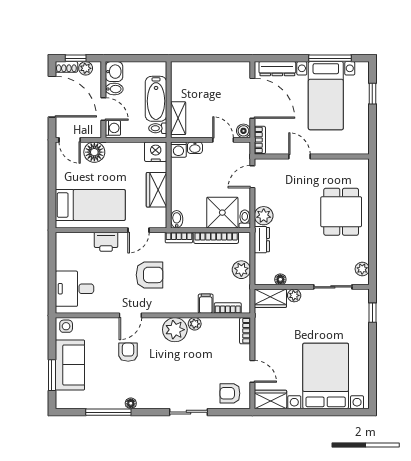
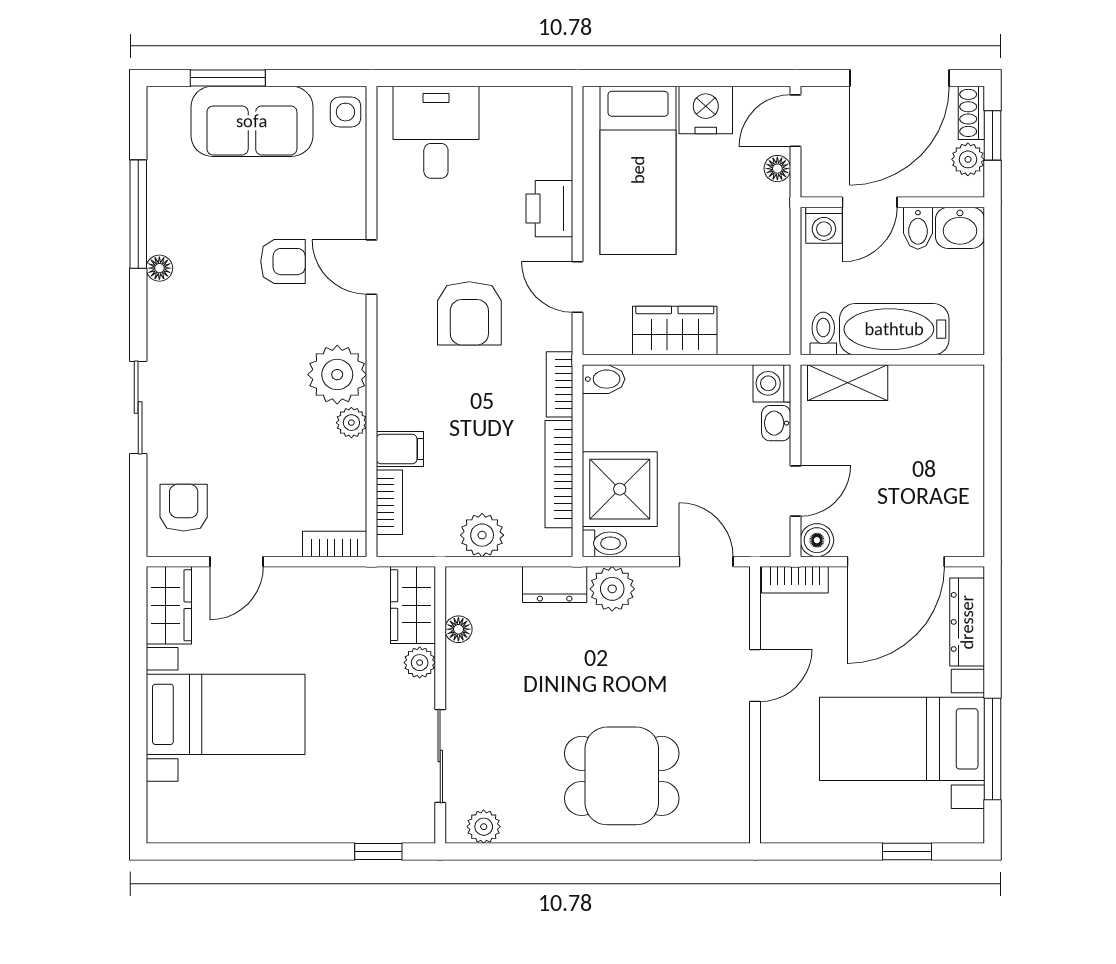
floor lamp: (94, 152) -> (777, 169), width x0.53, depth x0.53
nightstand: (156, 152) -> (706, 110), moved, turned -90
bed with nightstands: (326, 376) -> (226, 714), width x0.73

